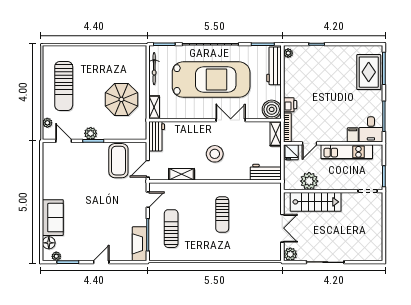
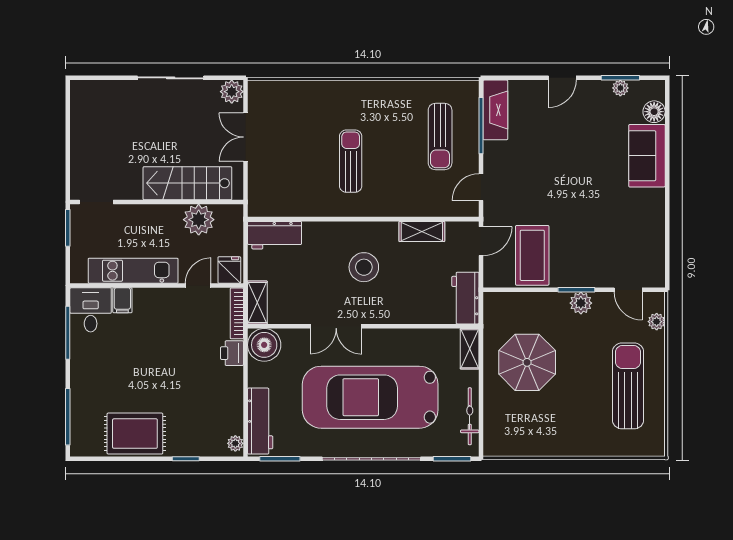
rug: (369, 72) -> (135, 434), moved, turned 90
plant: (56, 256) -> (620, 88), moved

